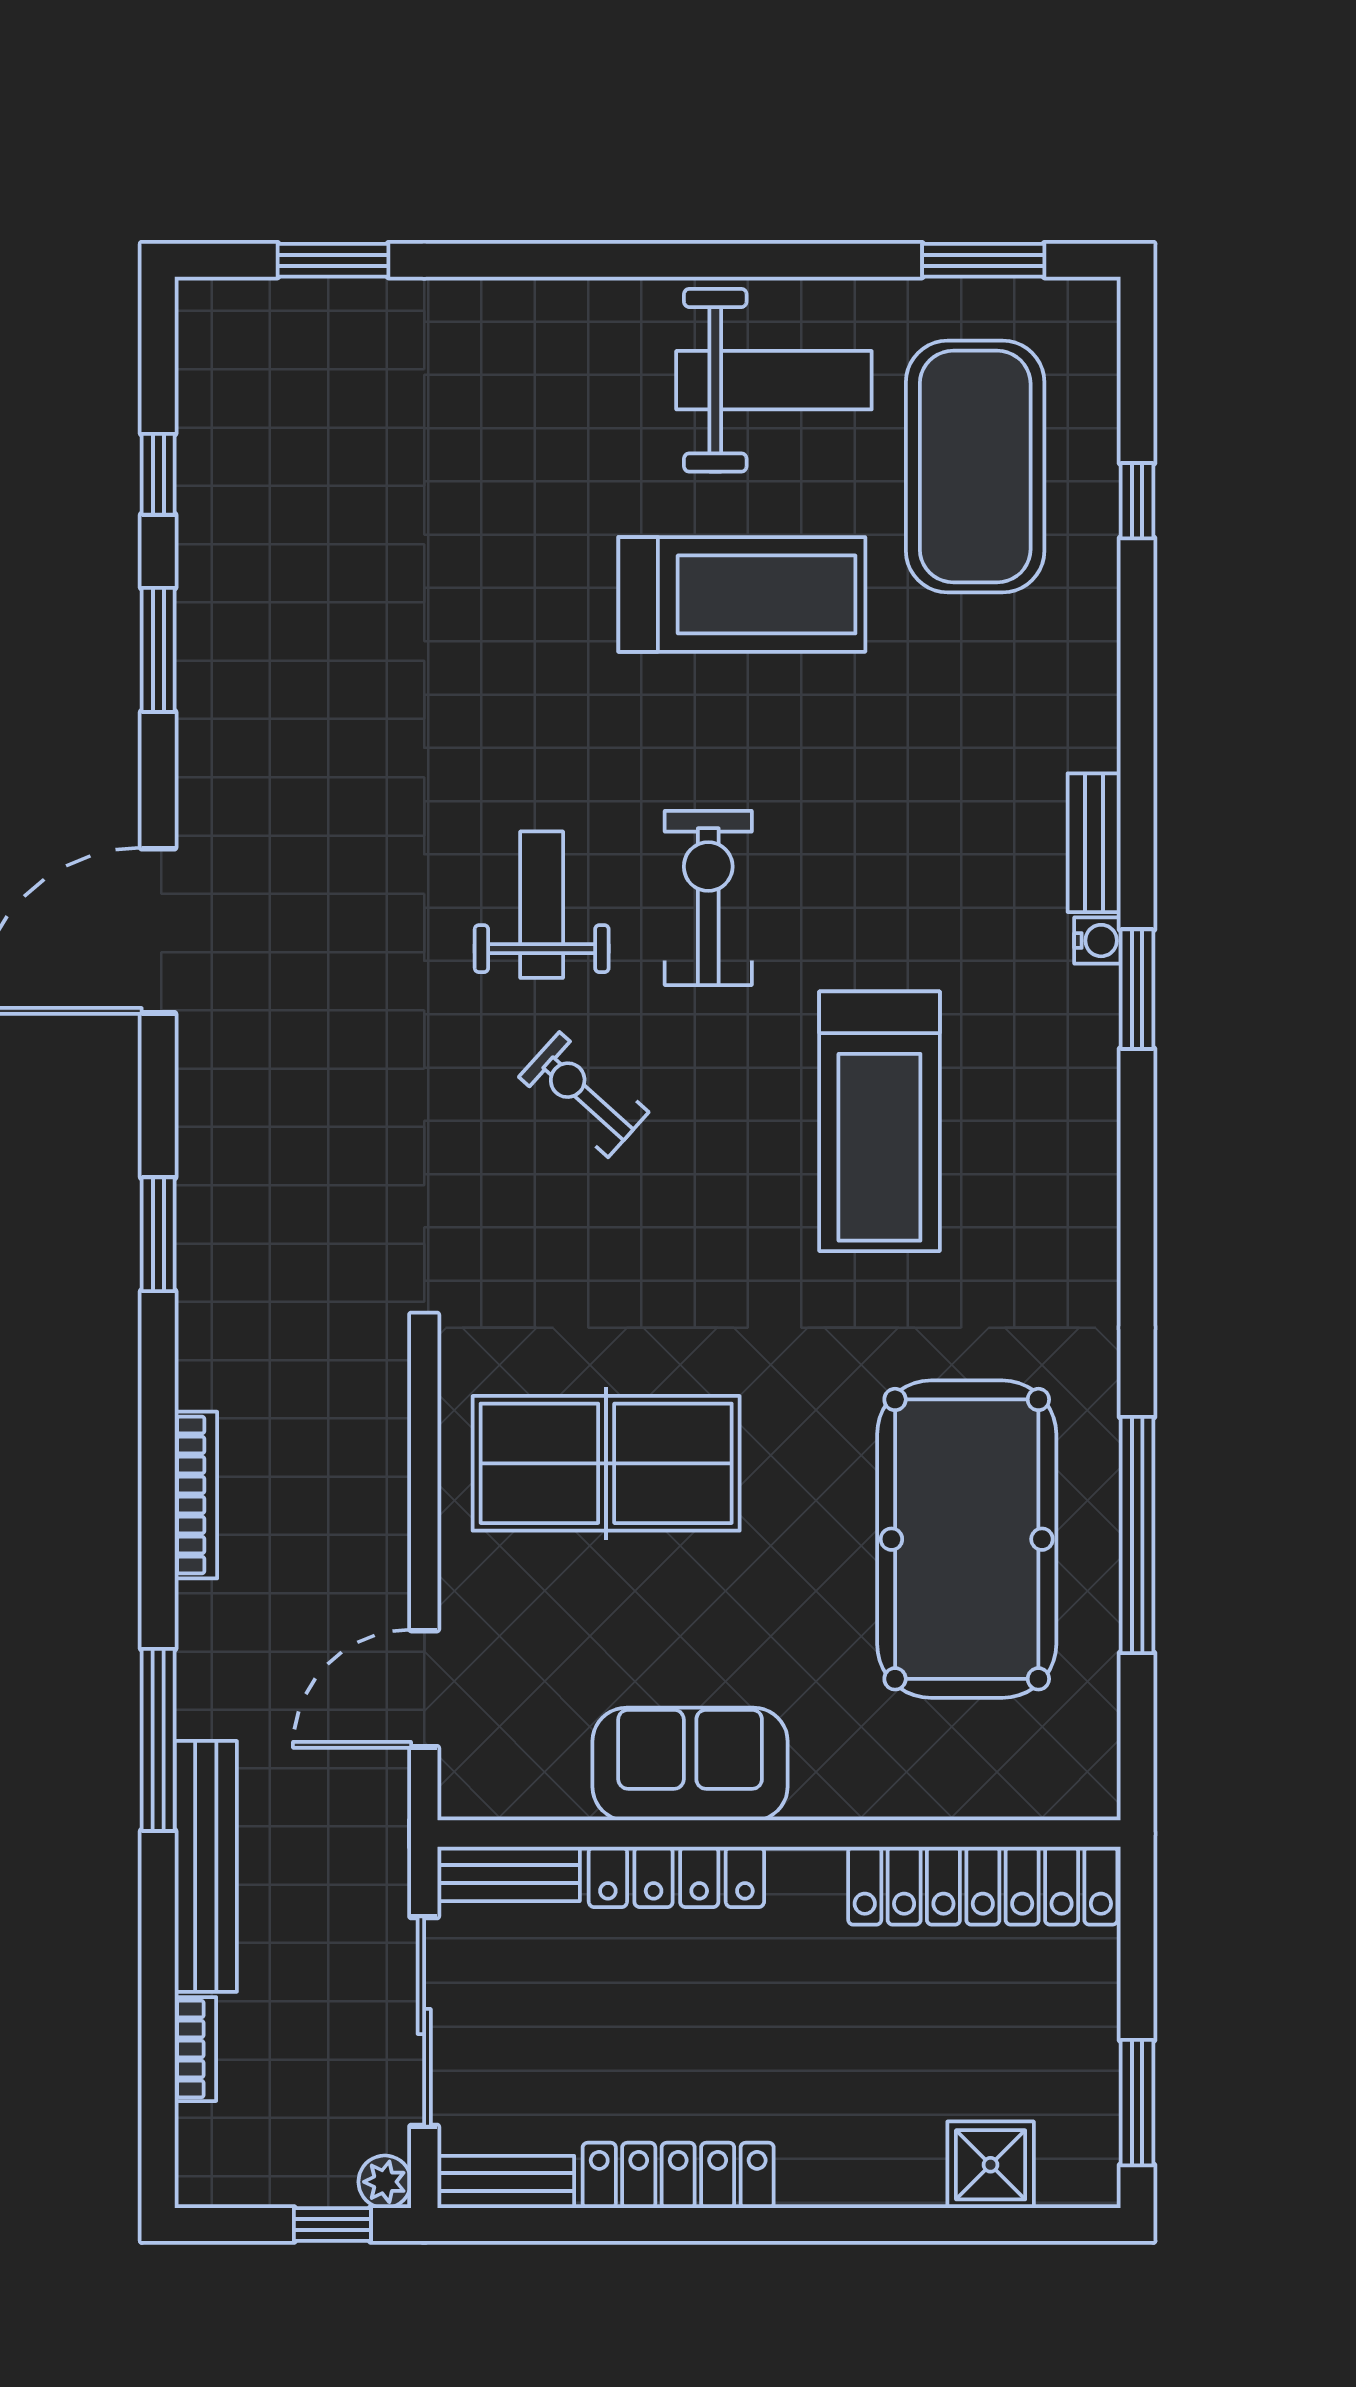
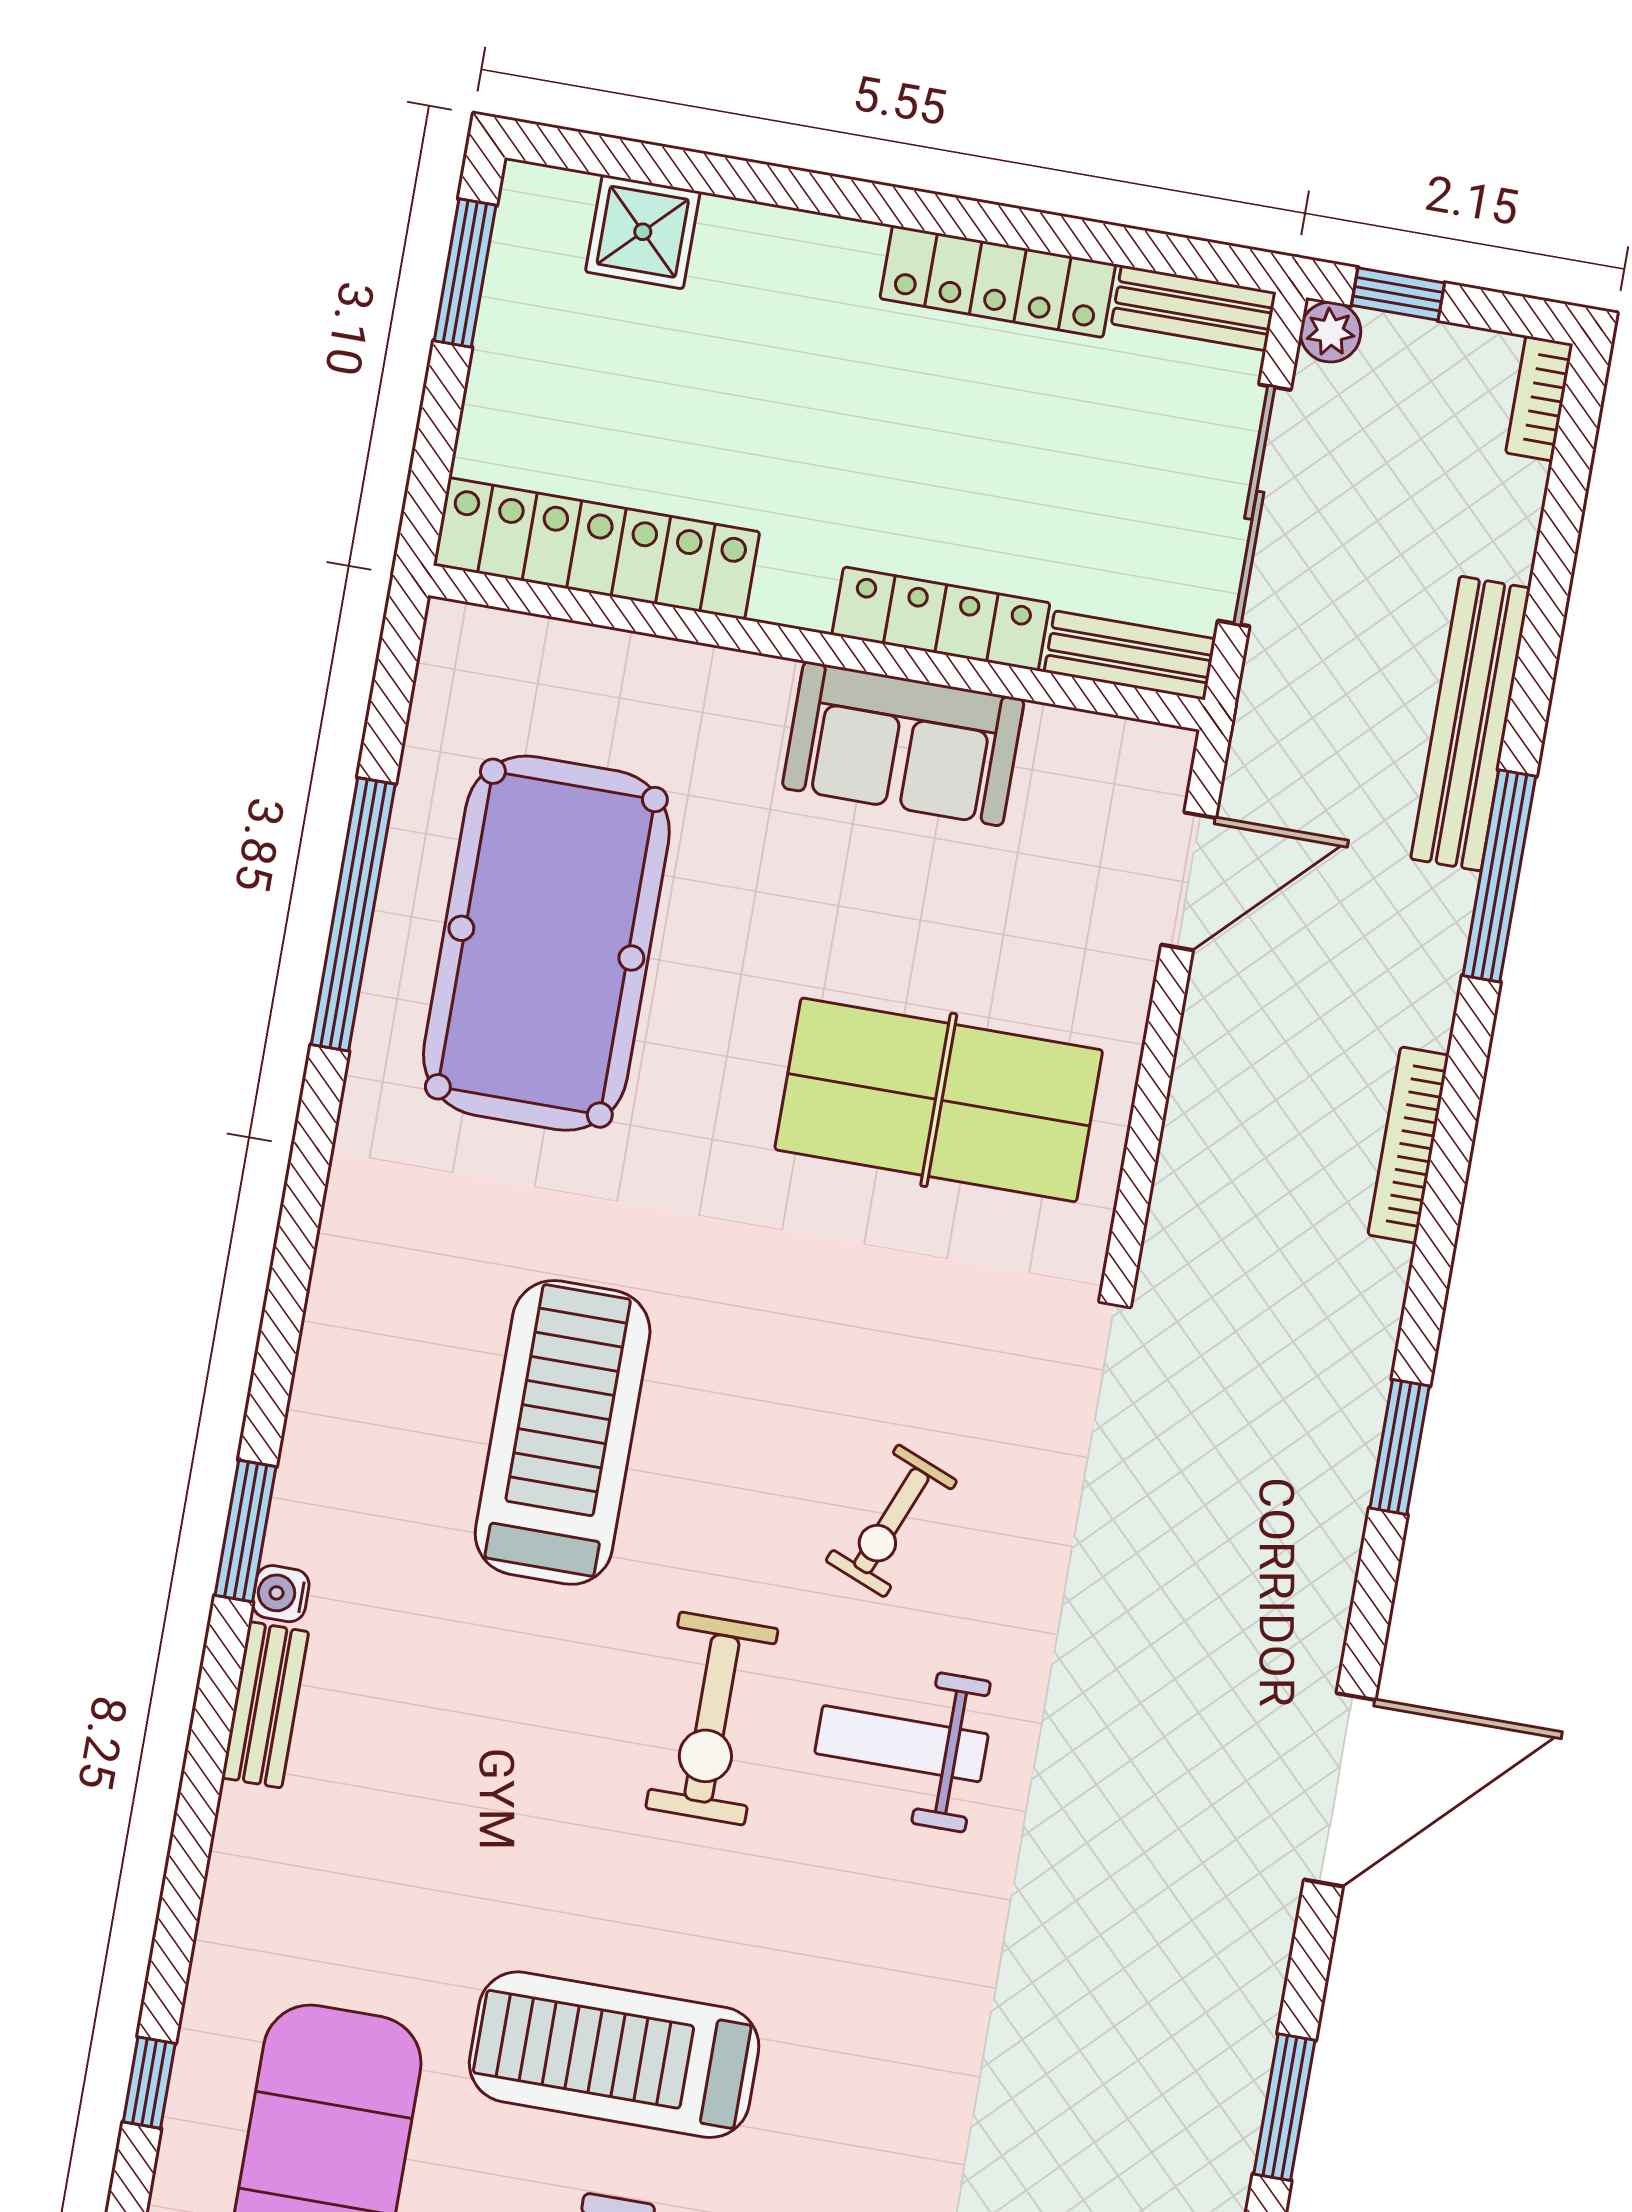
weight bench: (542, 905) -> (901, 1744), turned 90
exercise bike: (584, 1095) -> (891, 1521), turned 70
bookcase: (195, 2049) -> (1539, 398), moved

